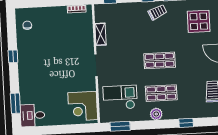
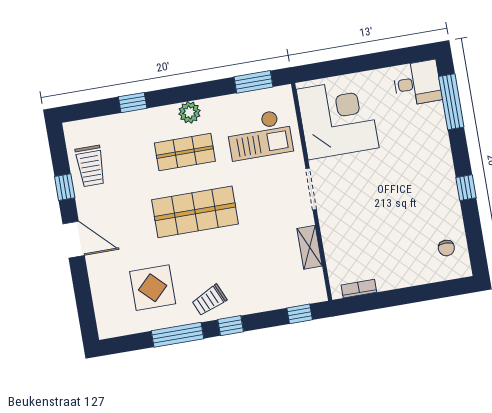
display table: (199, 21) -> (153, 288), moved
shop shelf: (160, 60) -> (195, 212), width x1.43, depth x1.36
window: (15, 103) -> (451, 102), width x1.44
corner desk: (83, 106) -> (338, 119), width x1.36, depth x1.36

